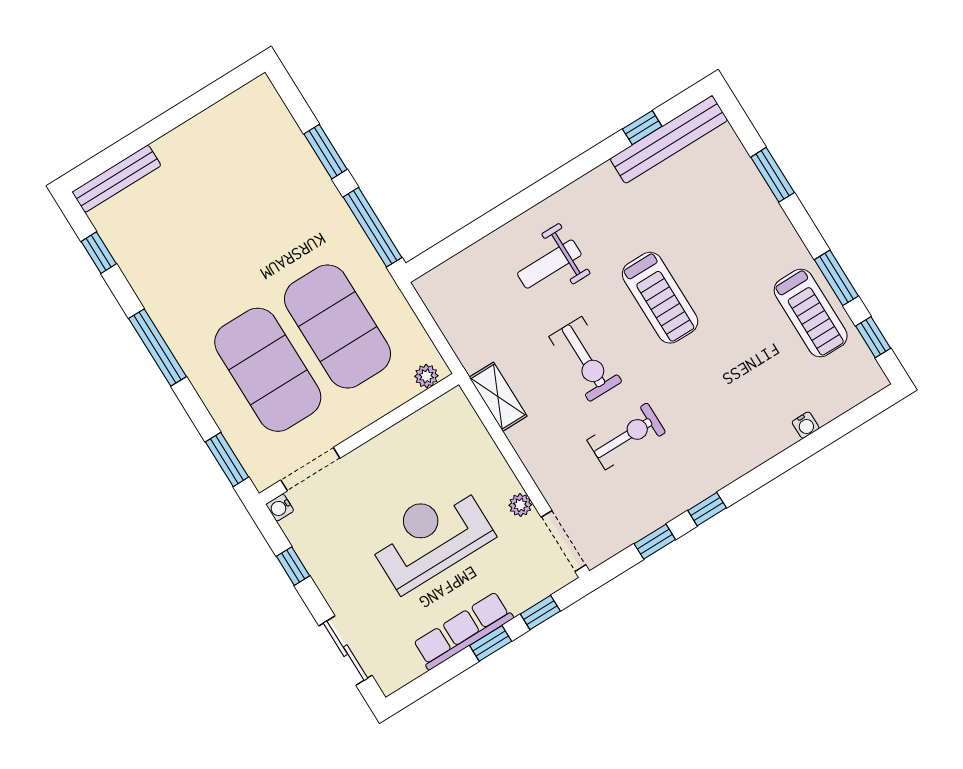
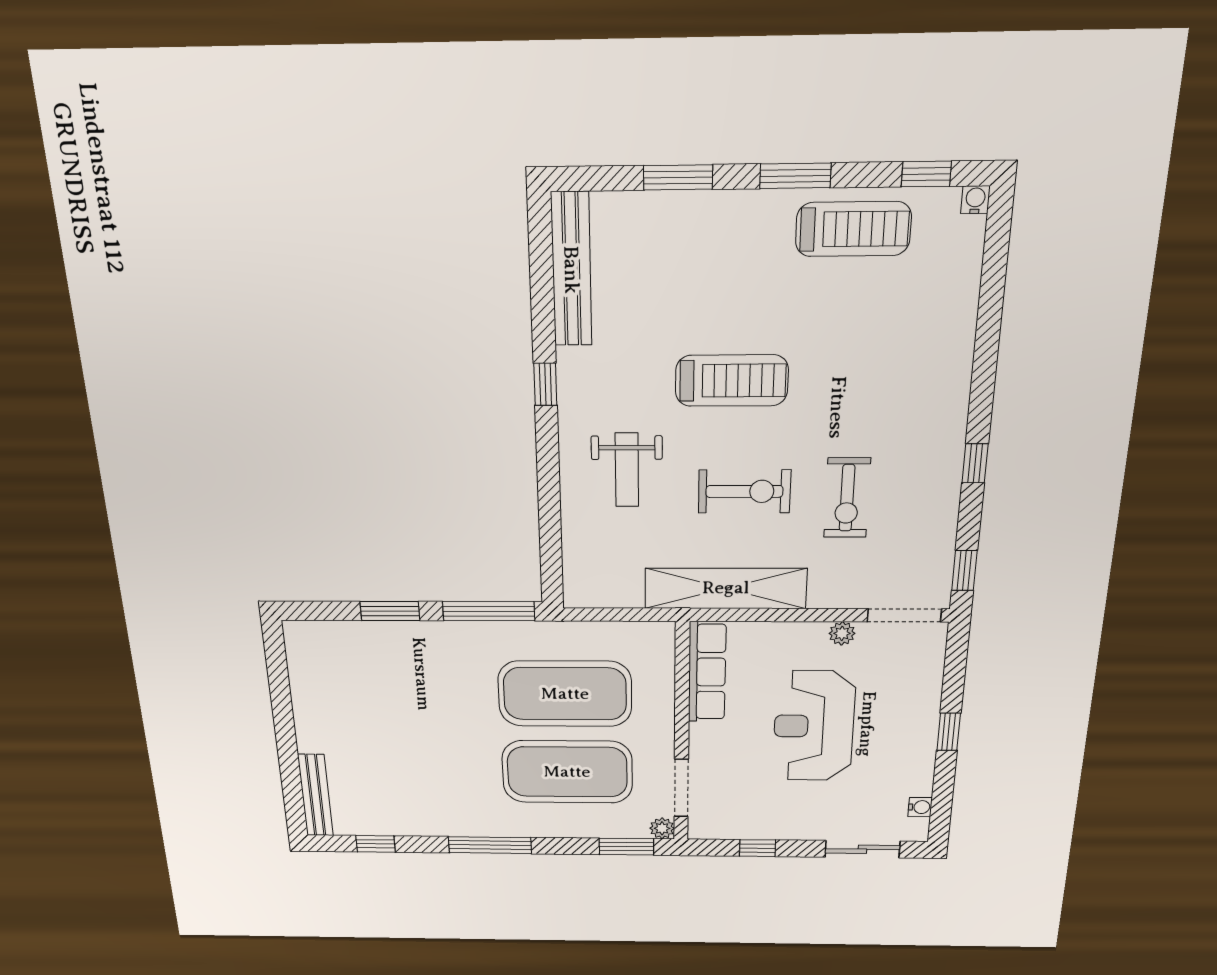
window: (642, 128) -> (545, 384), moved
window: (836, 278) -> (795, 176), moved
plant: (426, 376) -> (662, 828), moved
shelving: (498, 397) -> (726, 588), width x2.20, depth x1.33
water cooler: (806, 425) -> (975, 200), moved, turned -90
exercise bike: (626, 436) -> (847, 498), turned 180
water cooler: (280, 508) -> (920, 807), moved, turned -90
window: (655, 542) -> (964, 570), moved
window: (540, 613) -> (954, 674), removed
row of seats: (463, 631) -> (707, 672), moved, turned 180

